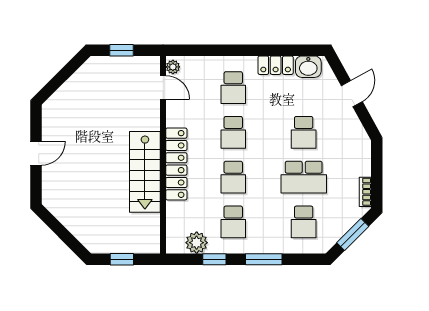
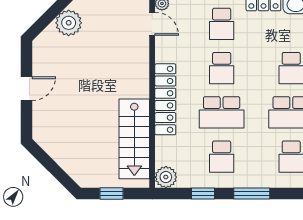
plant: (78, 87) -> (69, 23), added
stairs: (145, 172) -> (134, 139), moved
school desk: (233, 177) -> (222, 112), width x1.85
plant: (197, 243) -> (166, 177), moved

